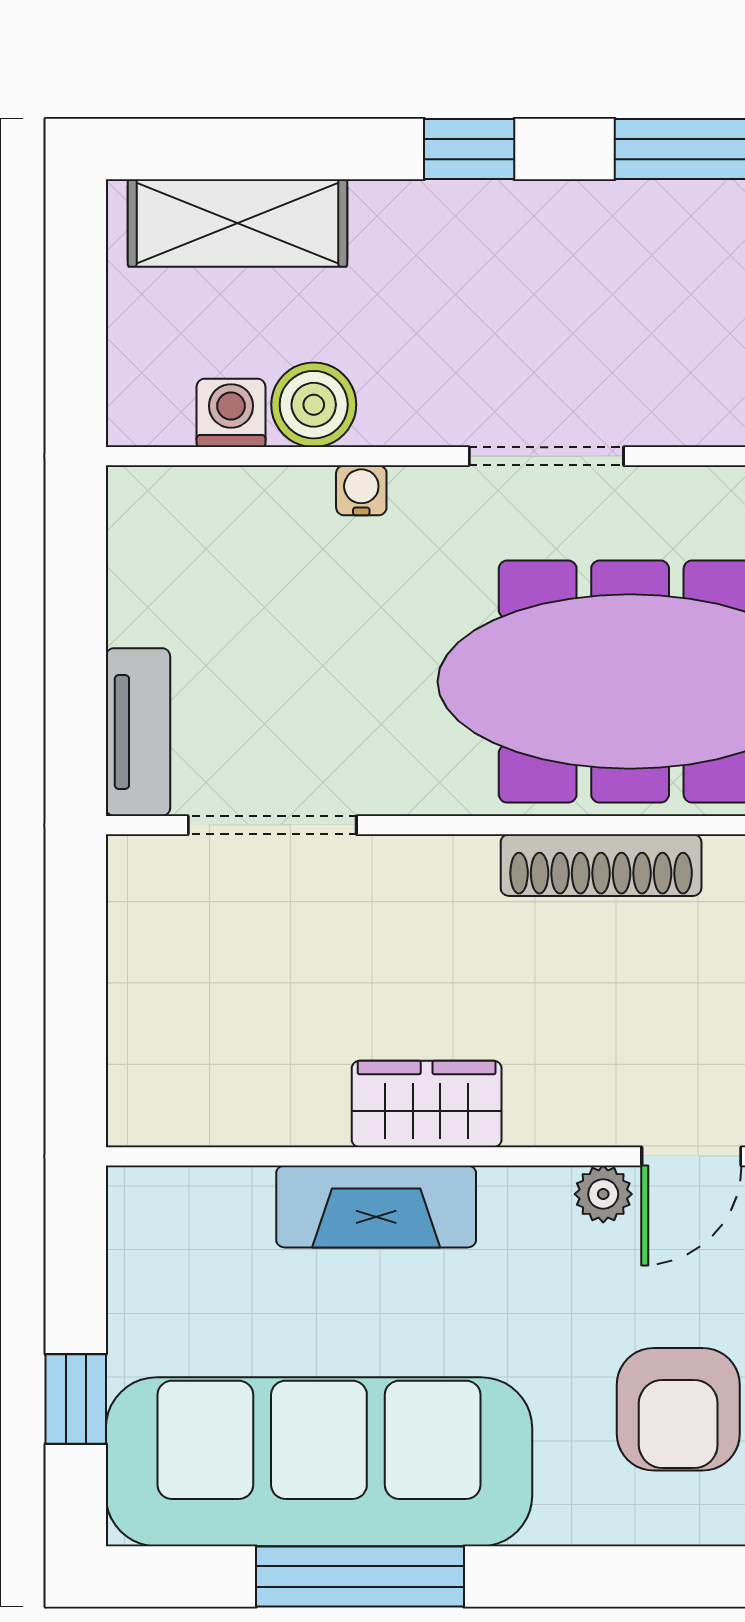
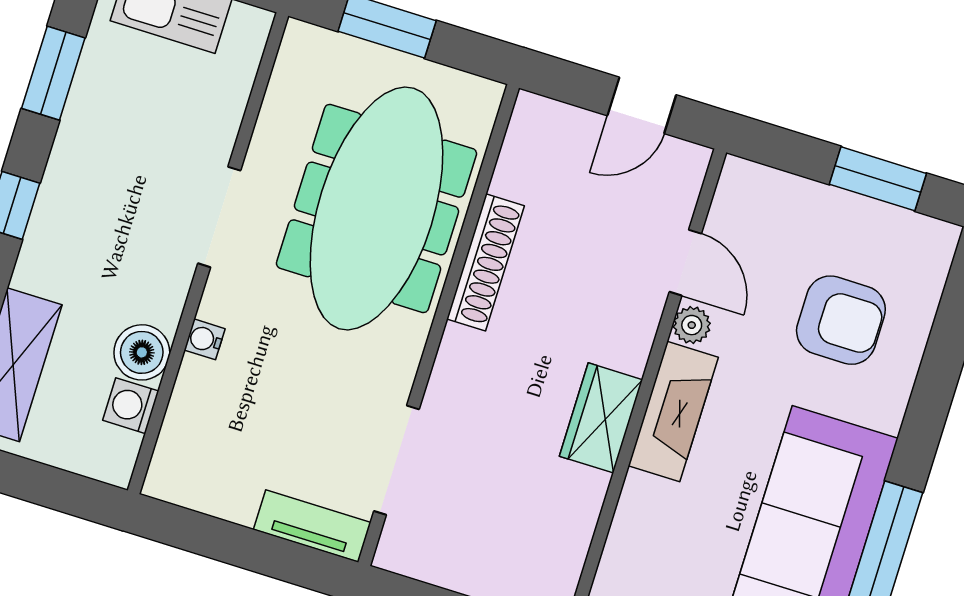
fireplace: (376, 1206) -> (673, 412), moved

